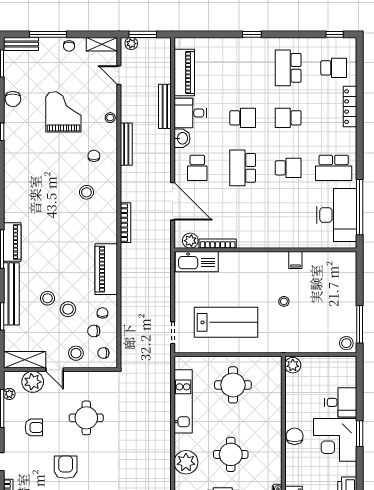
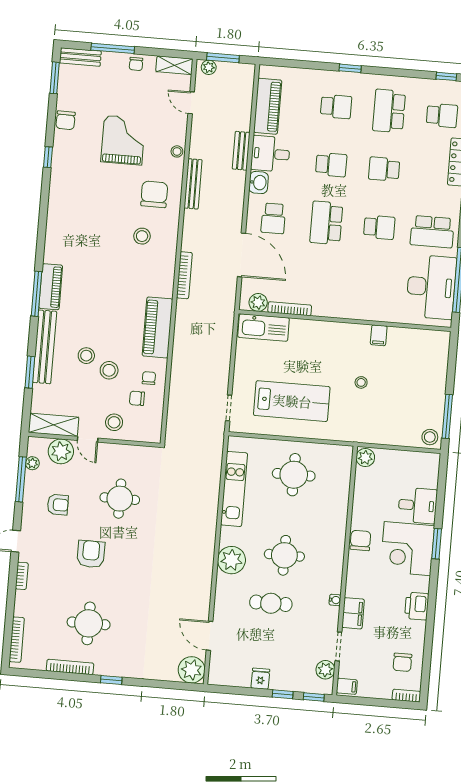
school desk: (243, 68) -> (336, 107), added
bench: (165, 106) -> (241, 151), width x0.73
chair: (94, 156) -> (154, 194), width x1.87, depth x1.87
chair: (103, 353) -> (146, 425), removed

